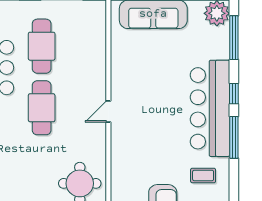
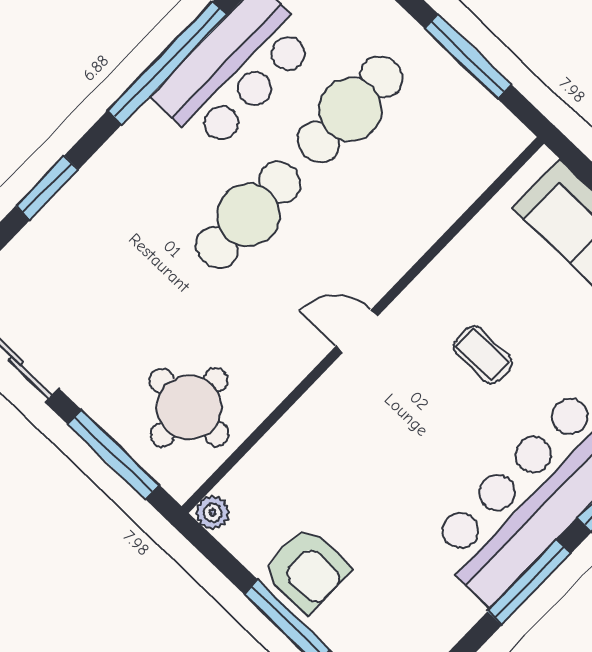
coffee table: (203, 175) -> (483, 355), moved

